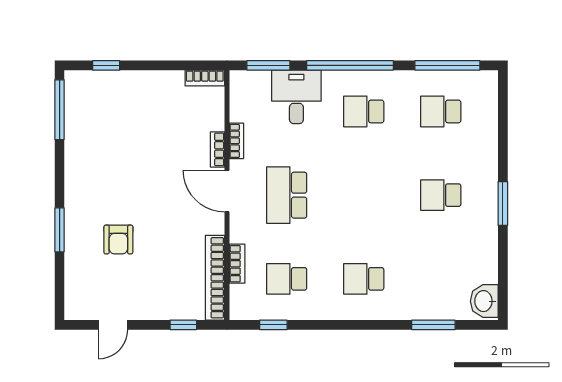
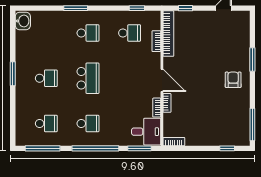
desk: (296, 97) -> (146, 132), moved, turned -90
school desk: (287, 195) -> (88, 78), moved
armchair: (118, 240) -> (233, 80), moved
window: (433, 325) -> (76, 8), moved

